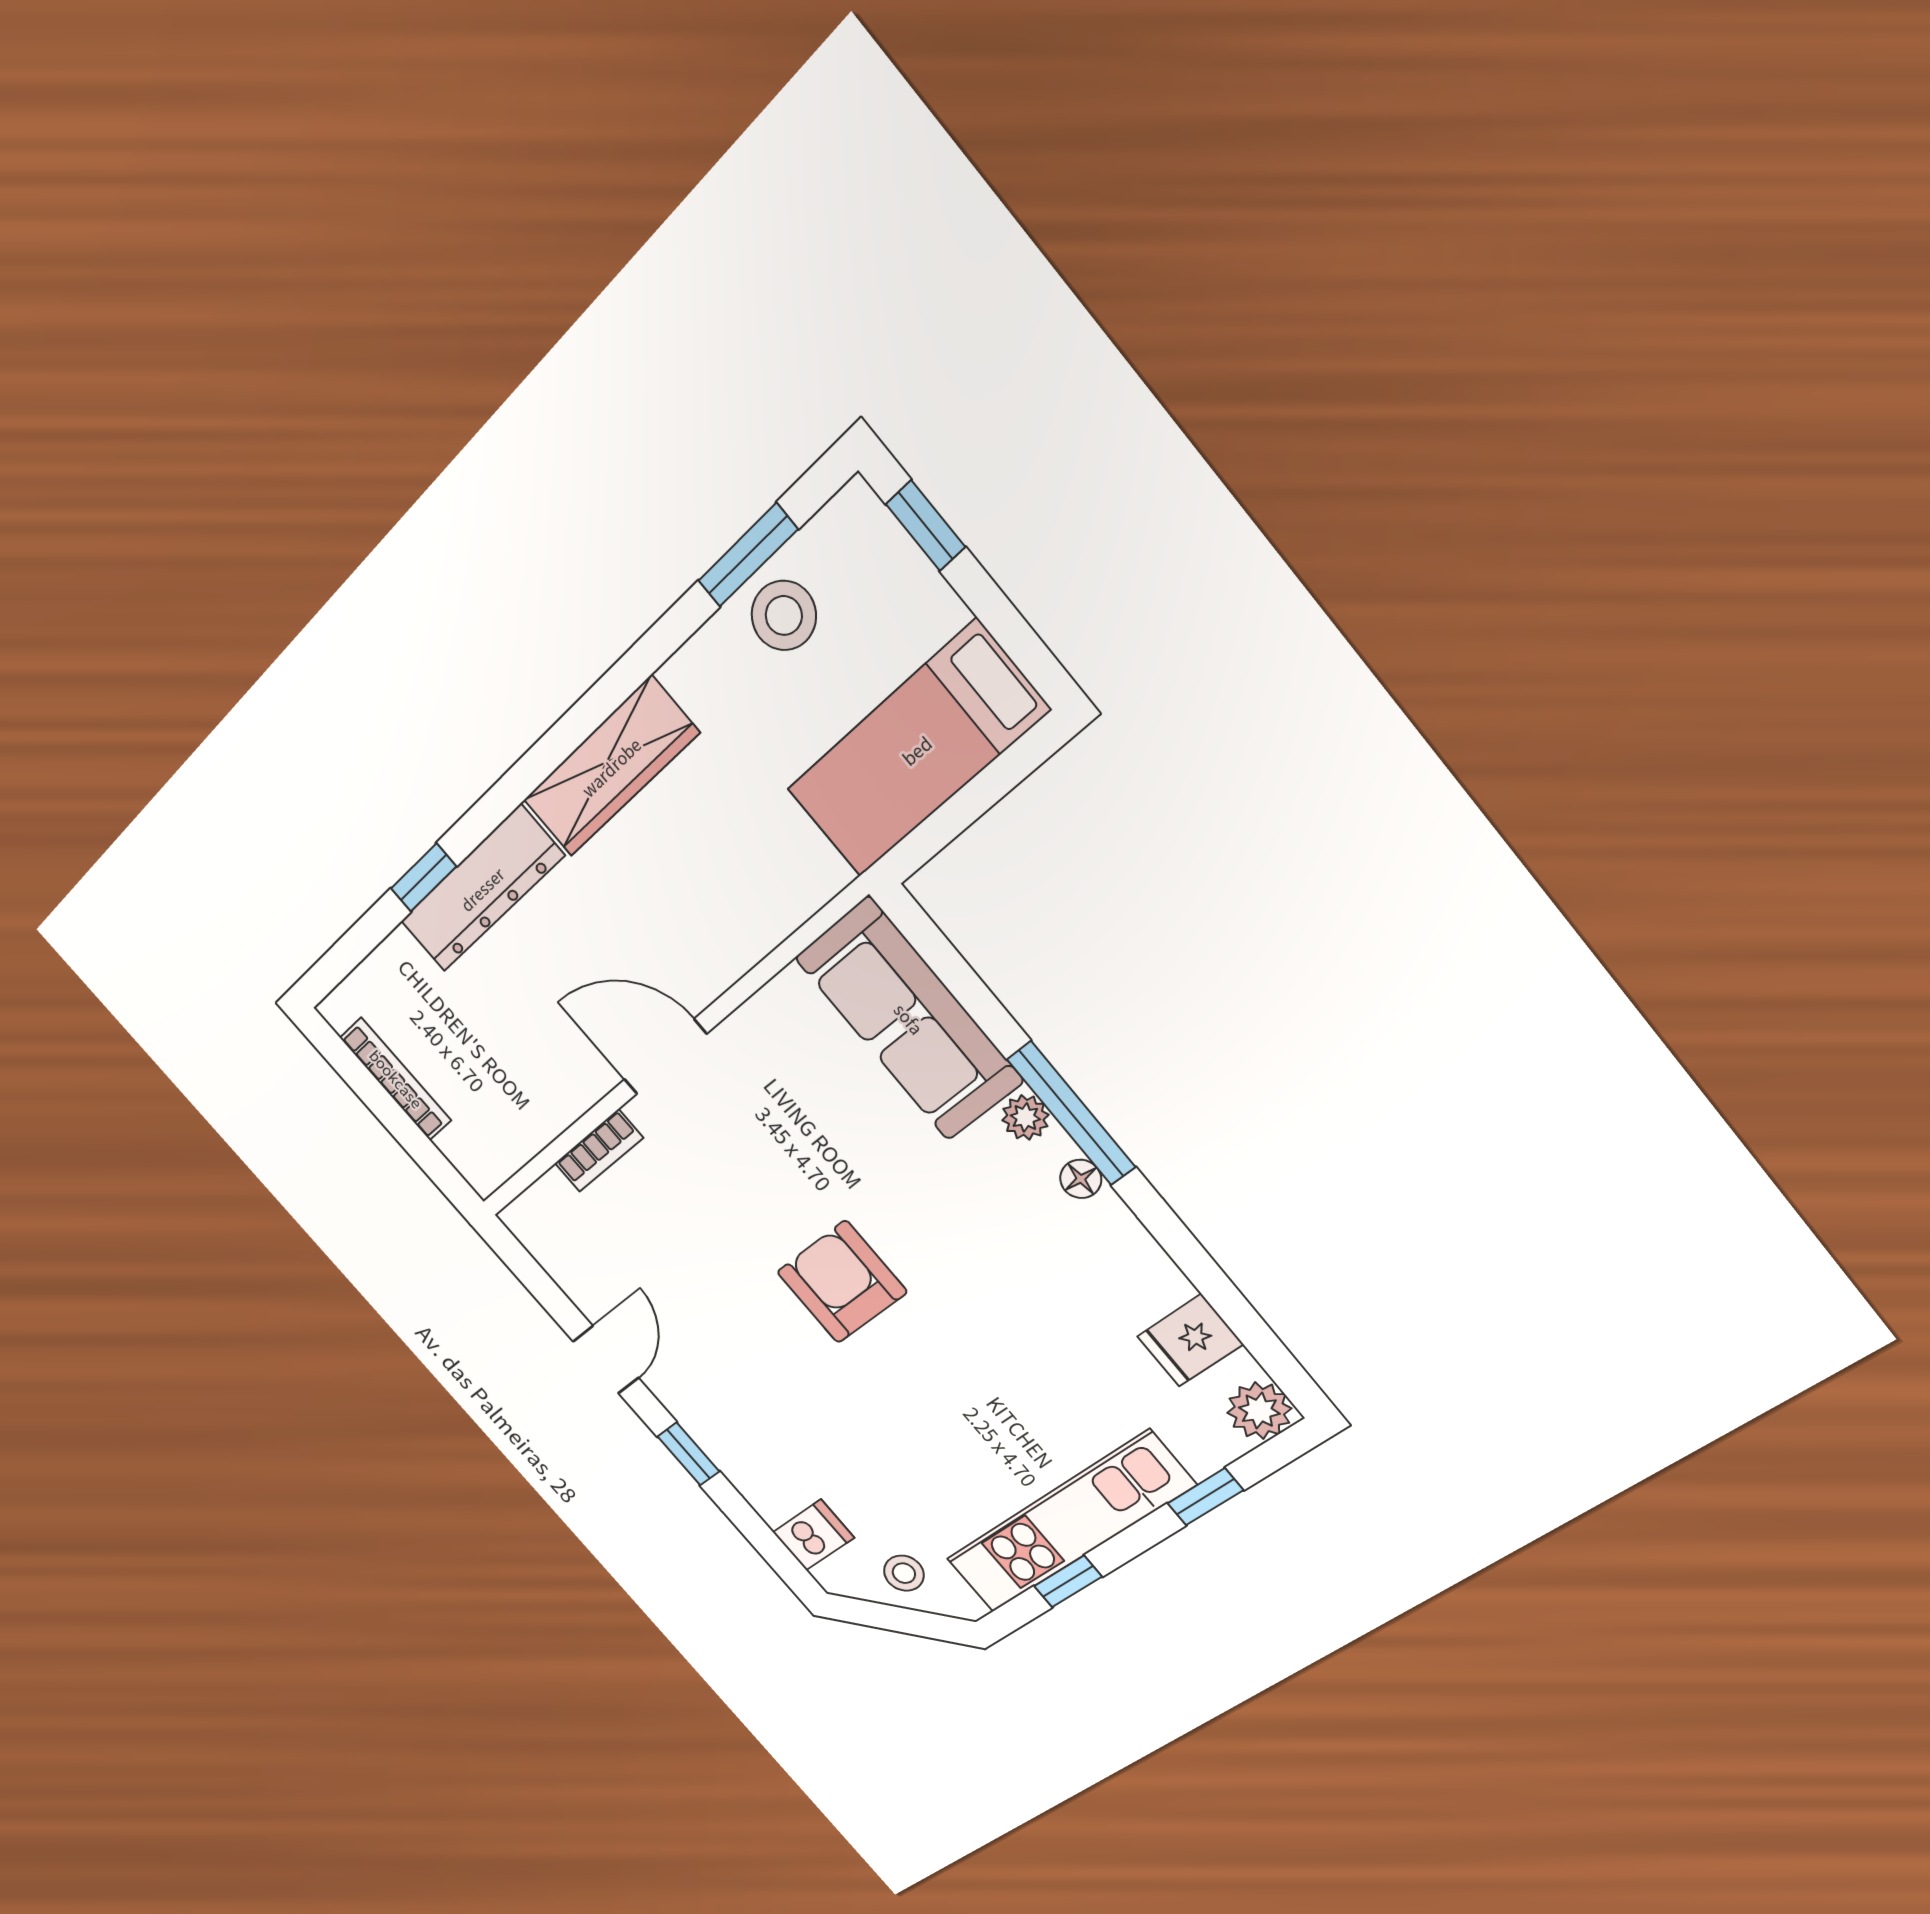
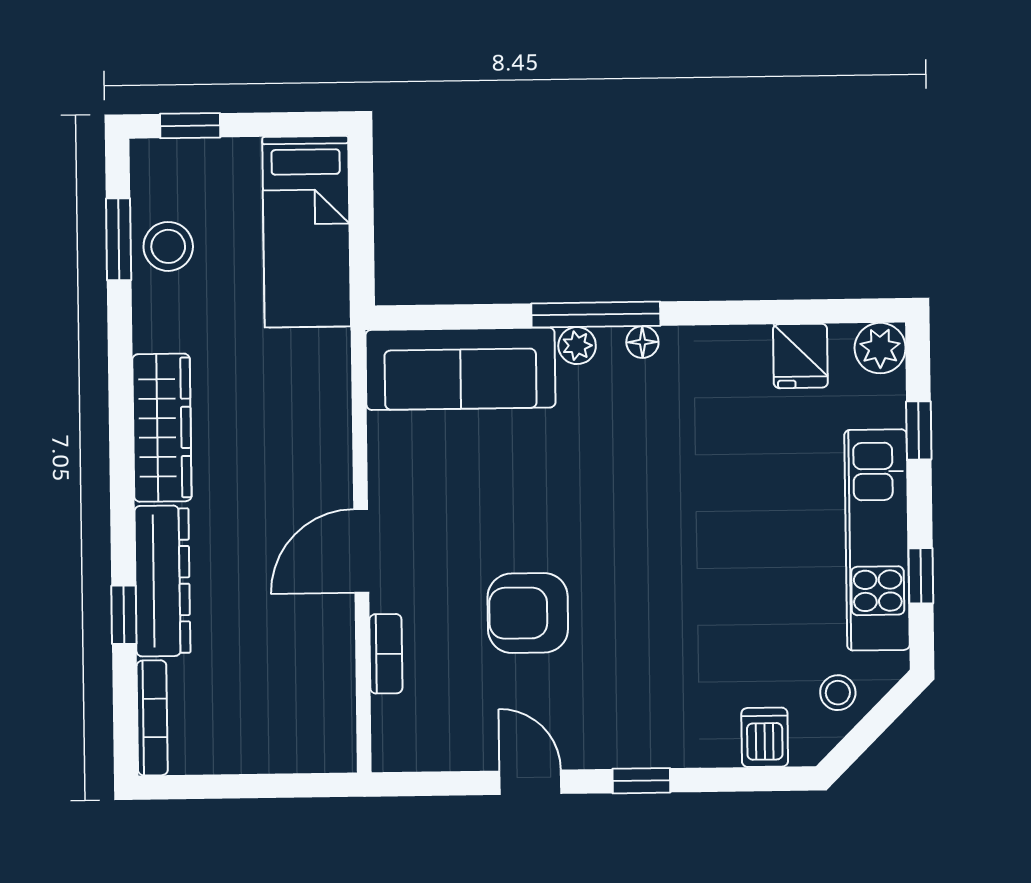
bookcase: (396, 1079) -> (152, 718), moved, turned 90
armchair: (842, 1282) -> (528, 613), moved

